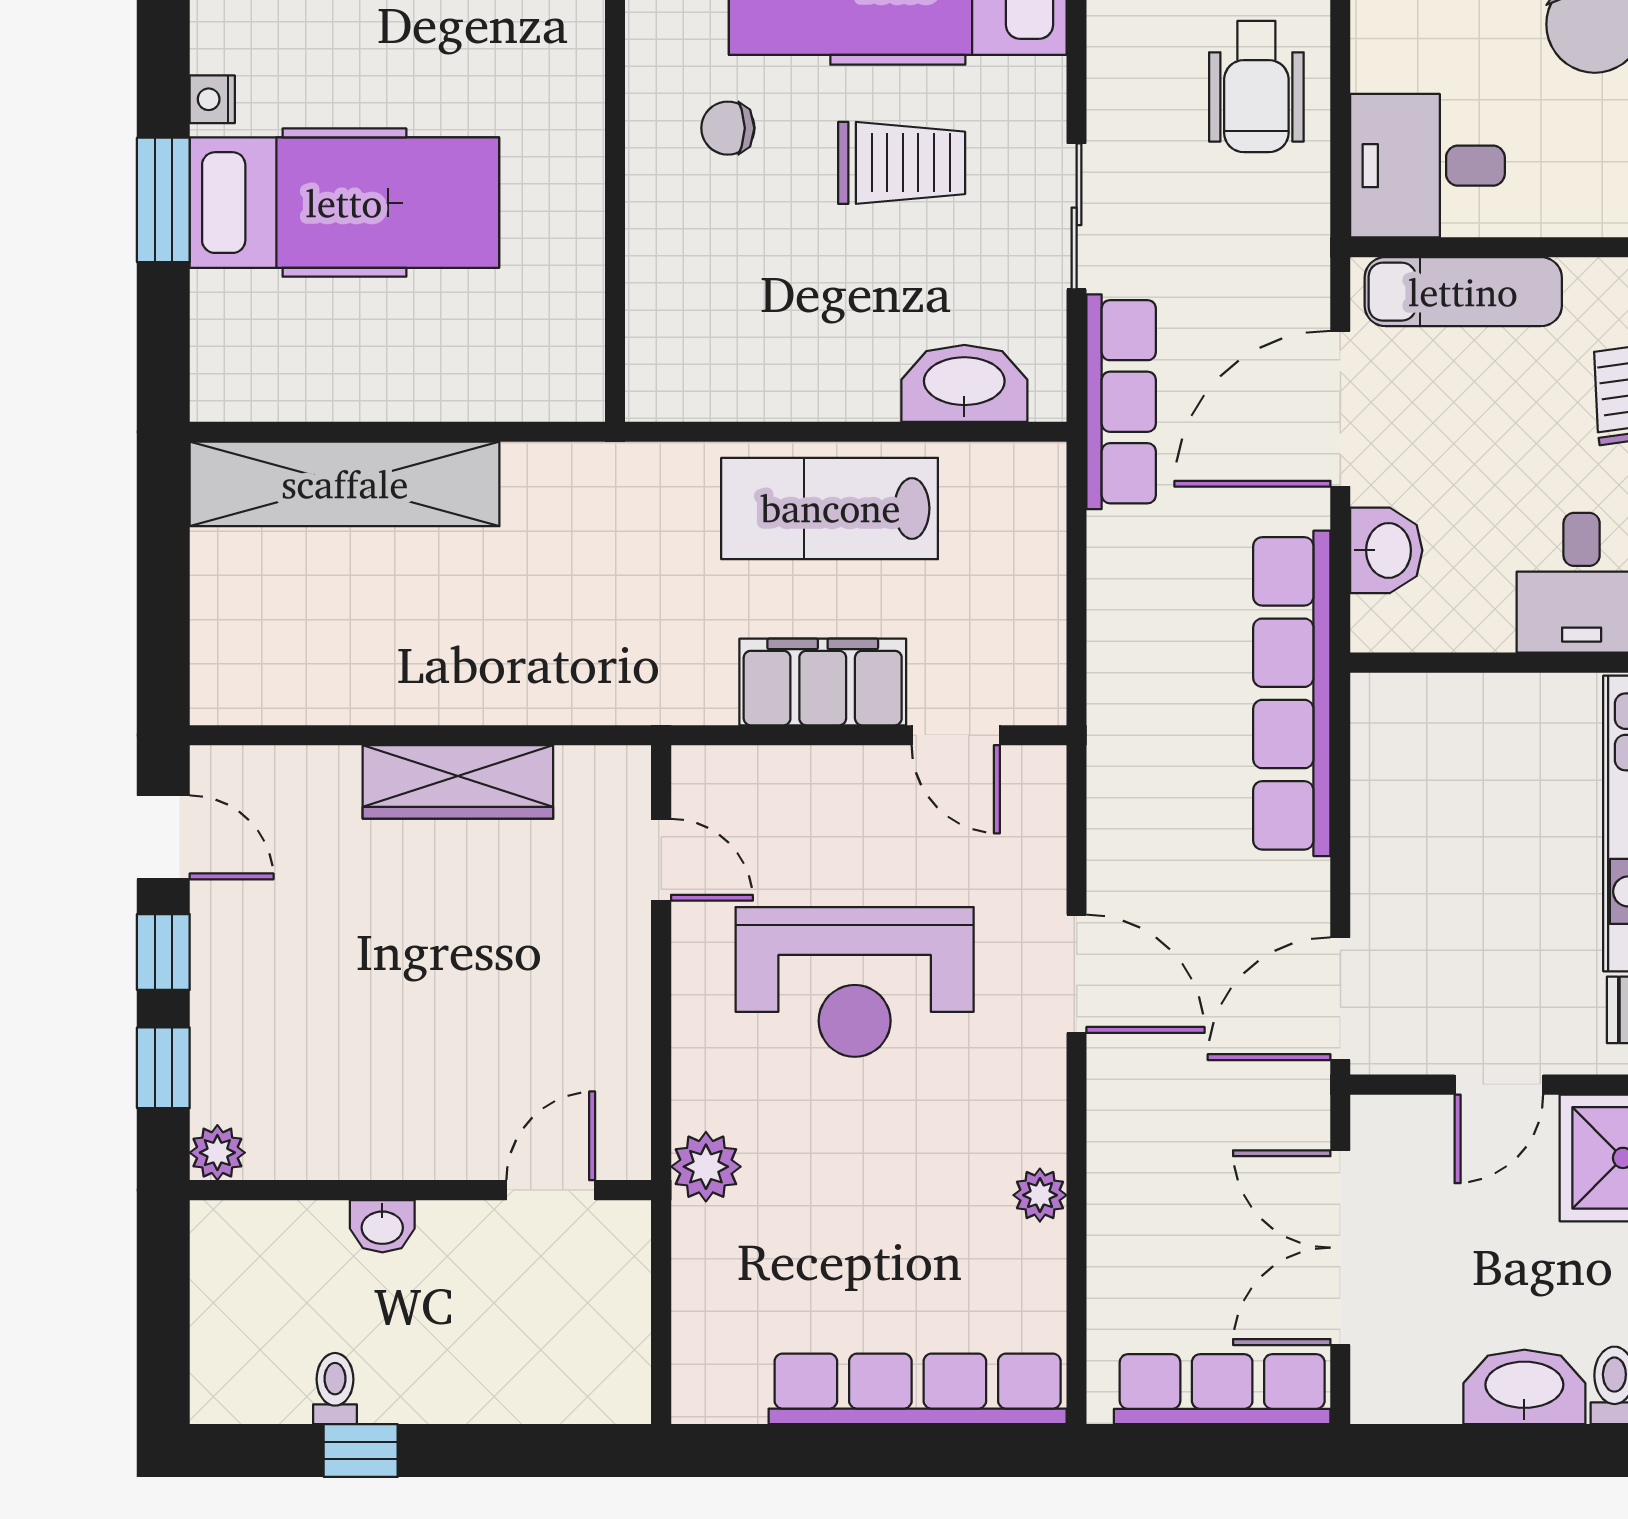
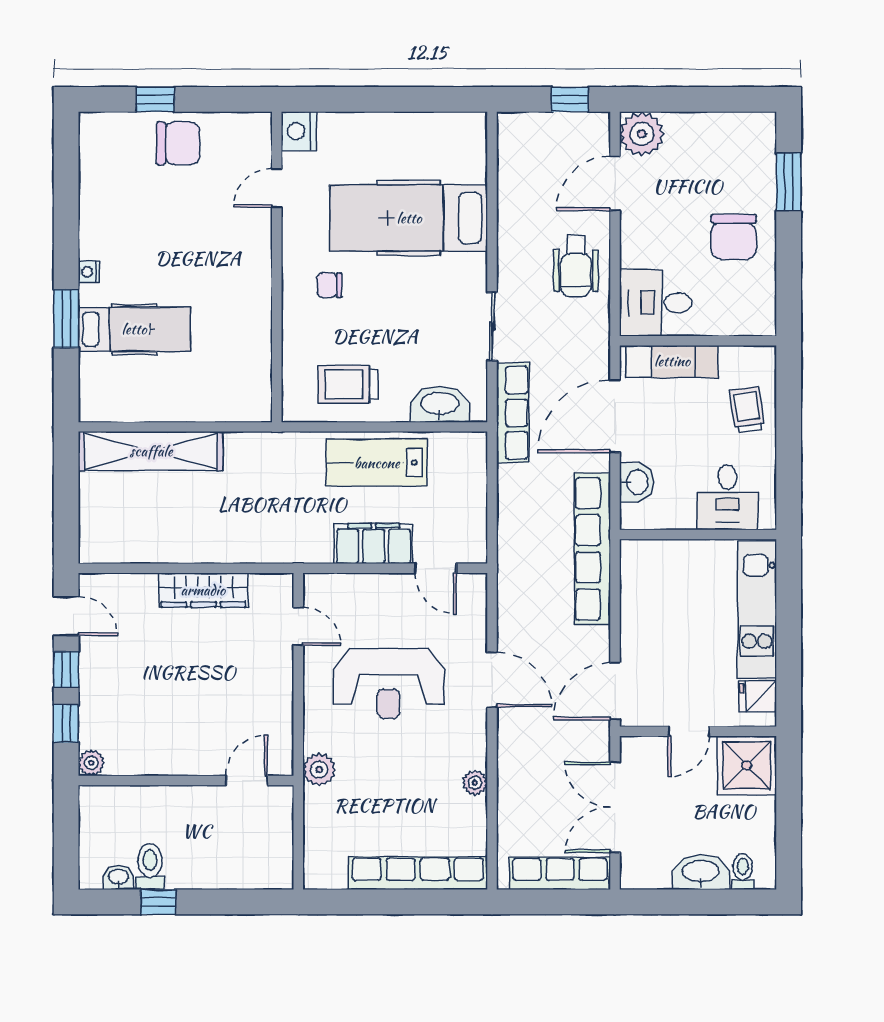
trolley: (902, 163) -> (348, 384), moved, turned 180
hospital bed: (344, 203) -> (134, 329), width x0.73, depth x0.78
washbasin: (382, 1226) -> (118, 877), moved, turned 180
toilet: (335, 1389) -> (150, 867), width x1.37, depth x1.39

